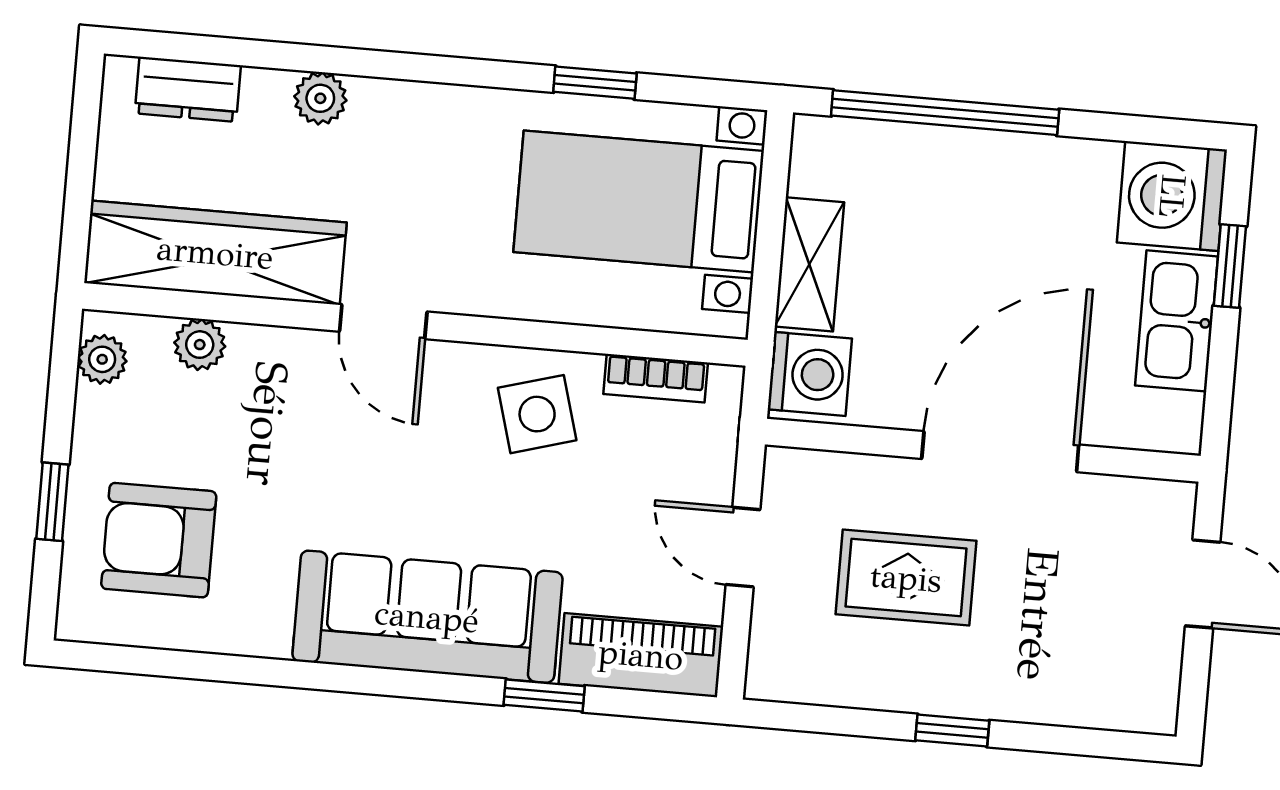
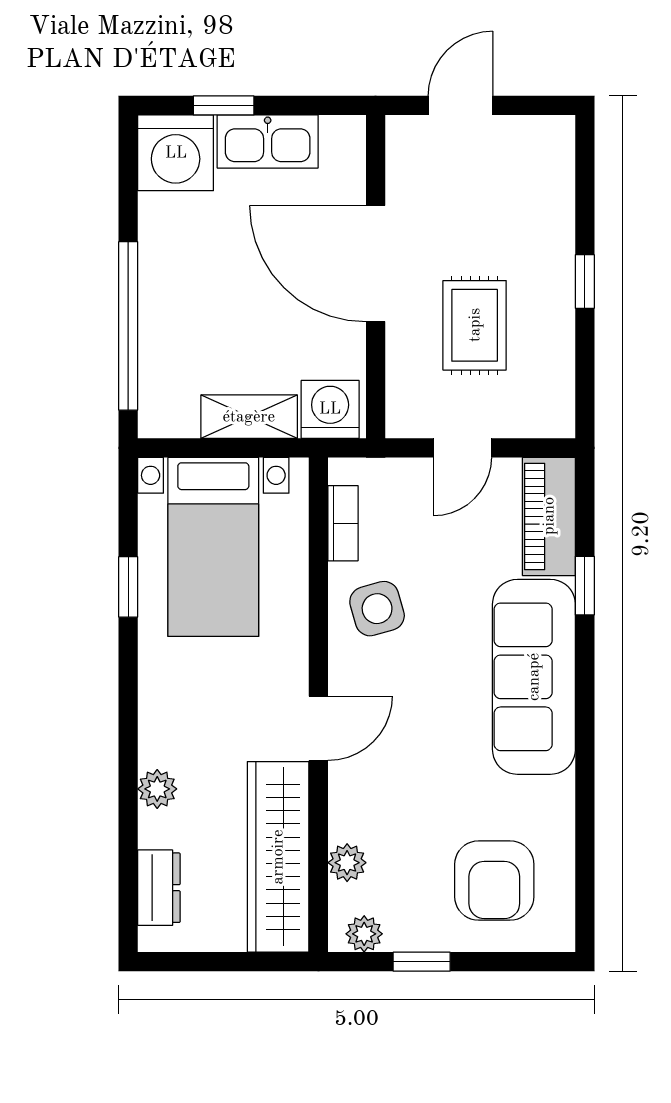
window: (52, 502) -> (422, 962), moved

